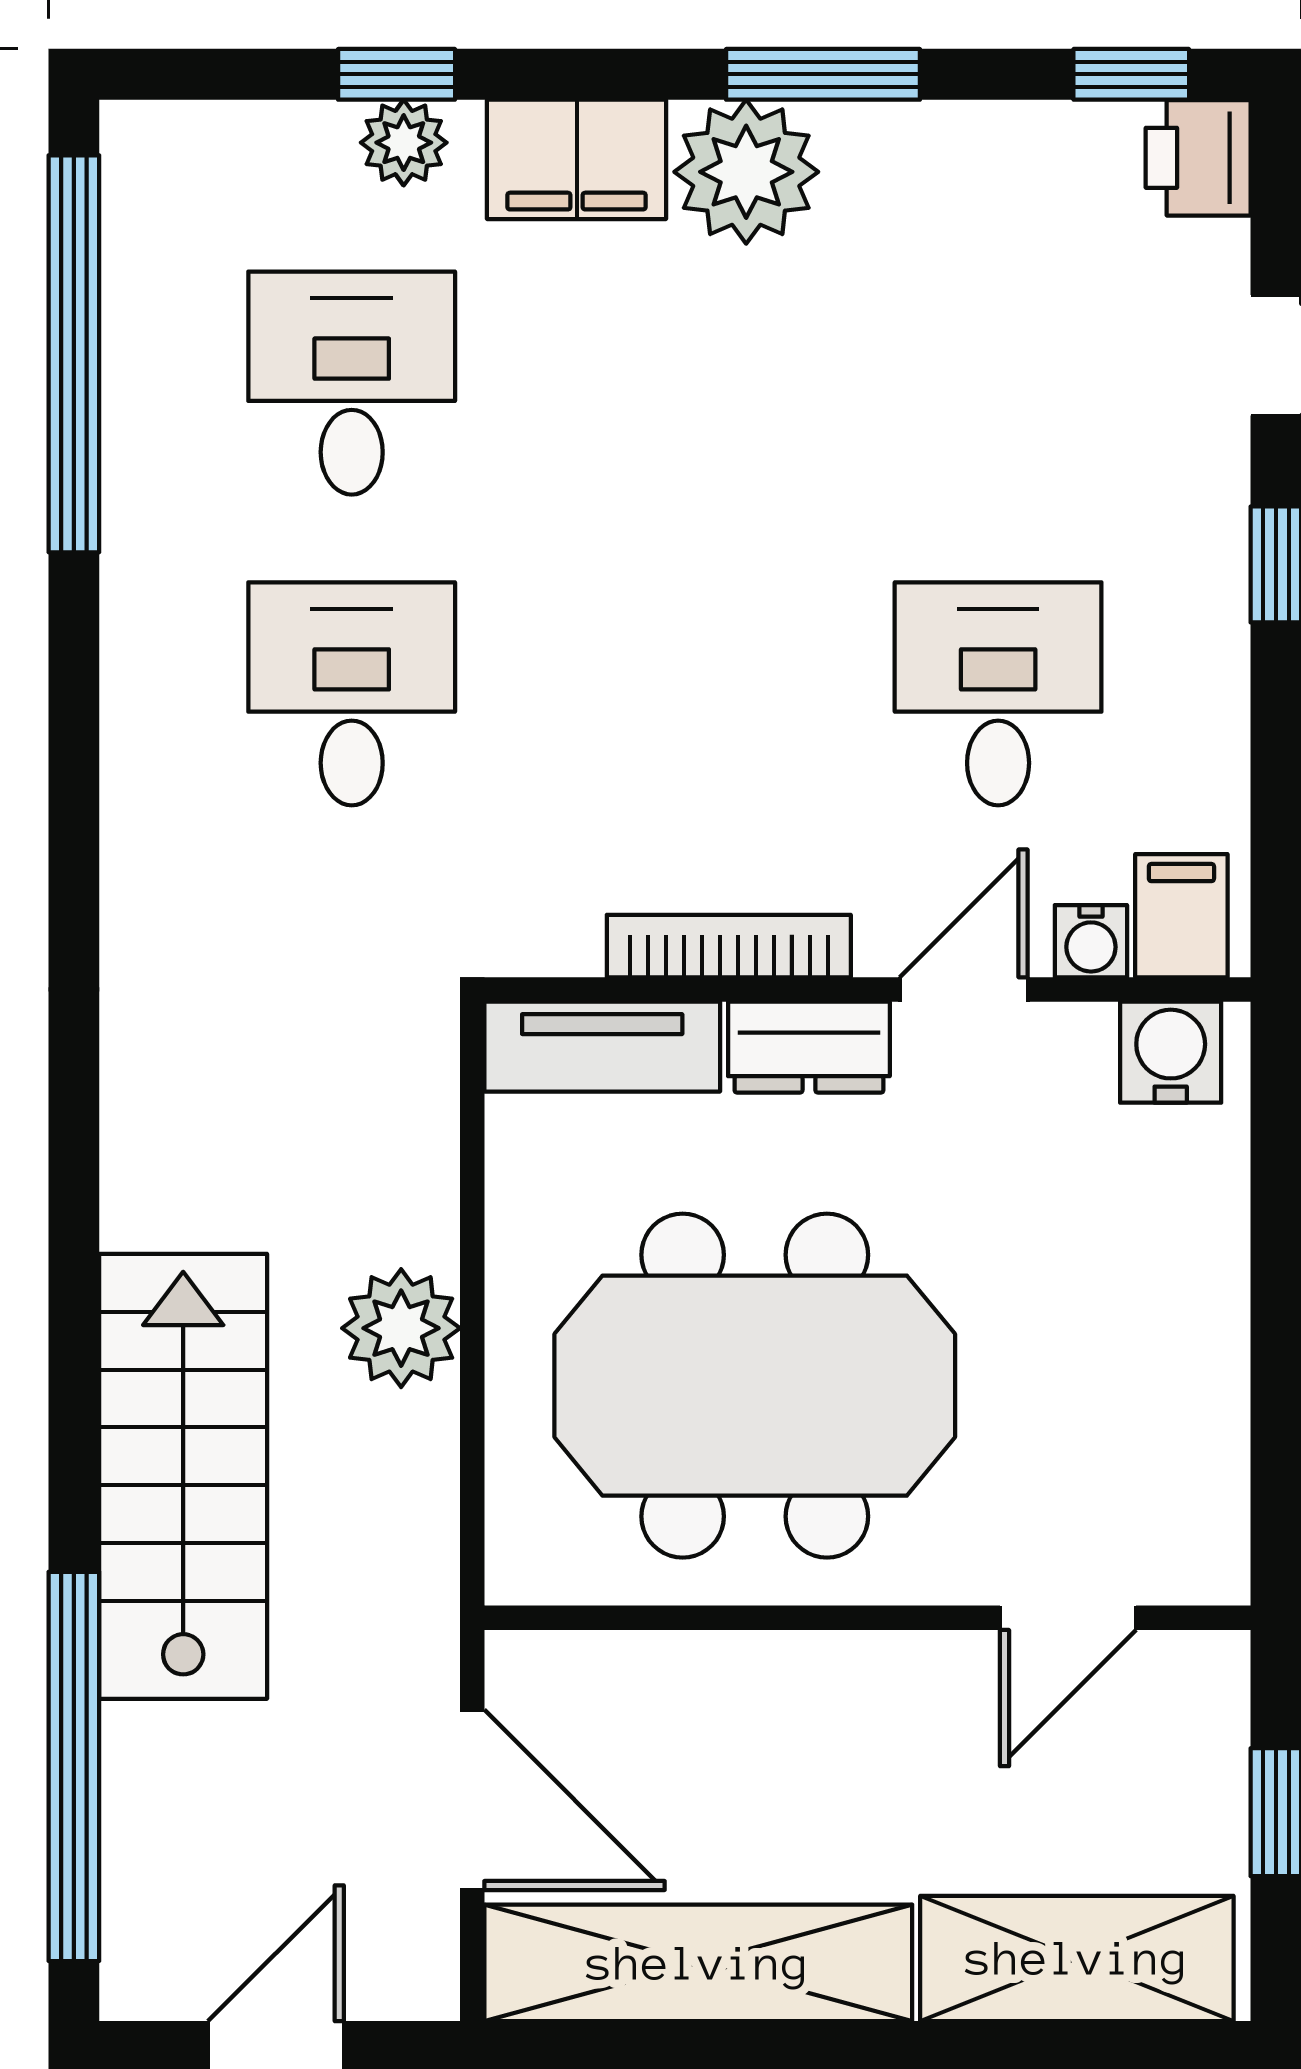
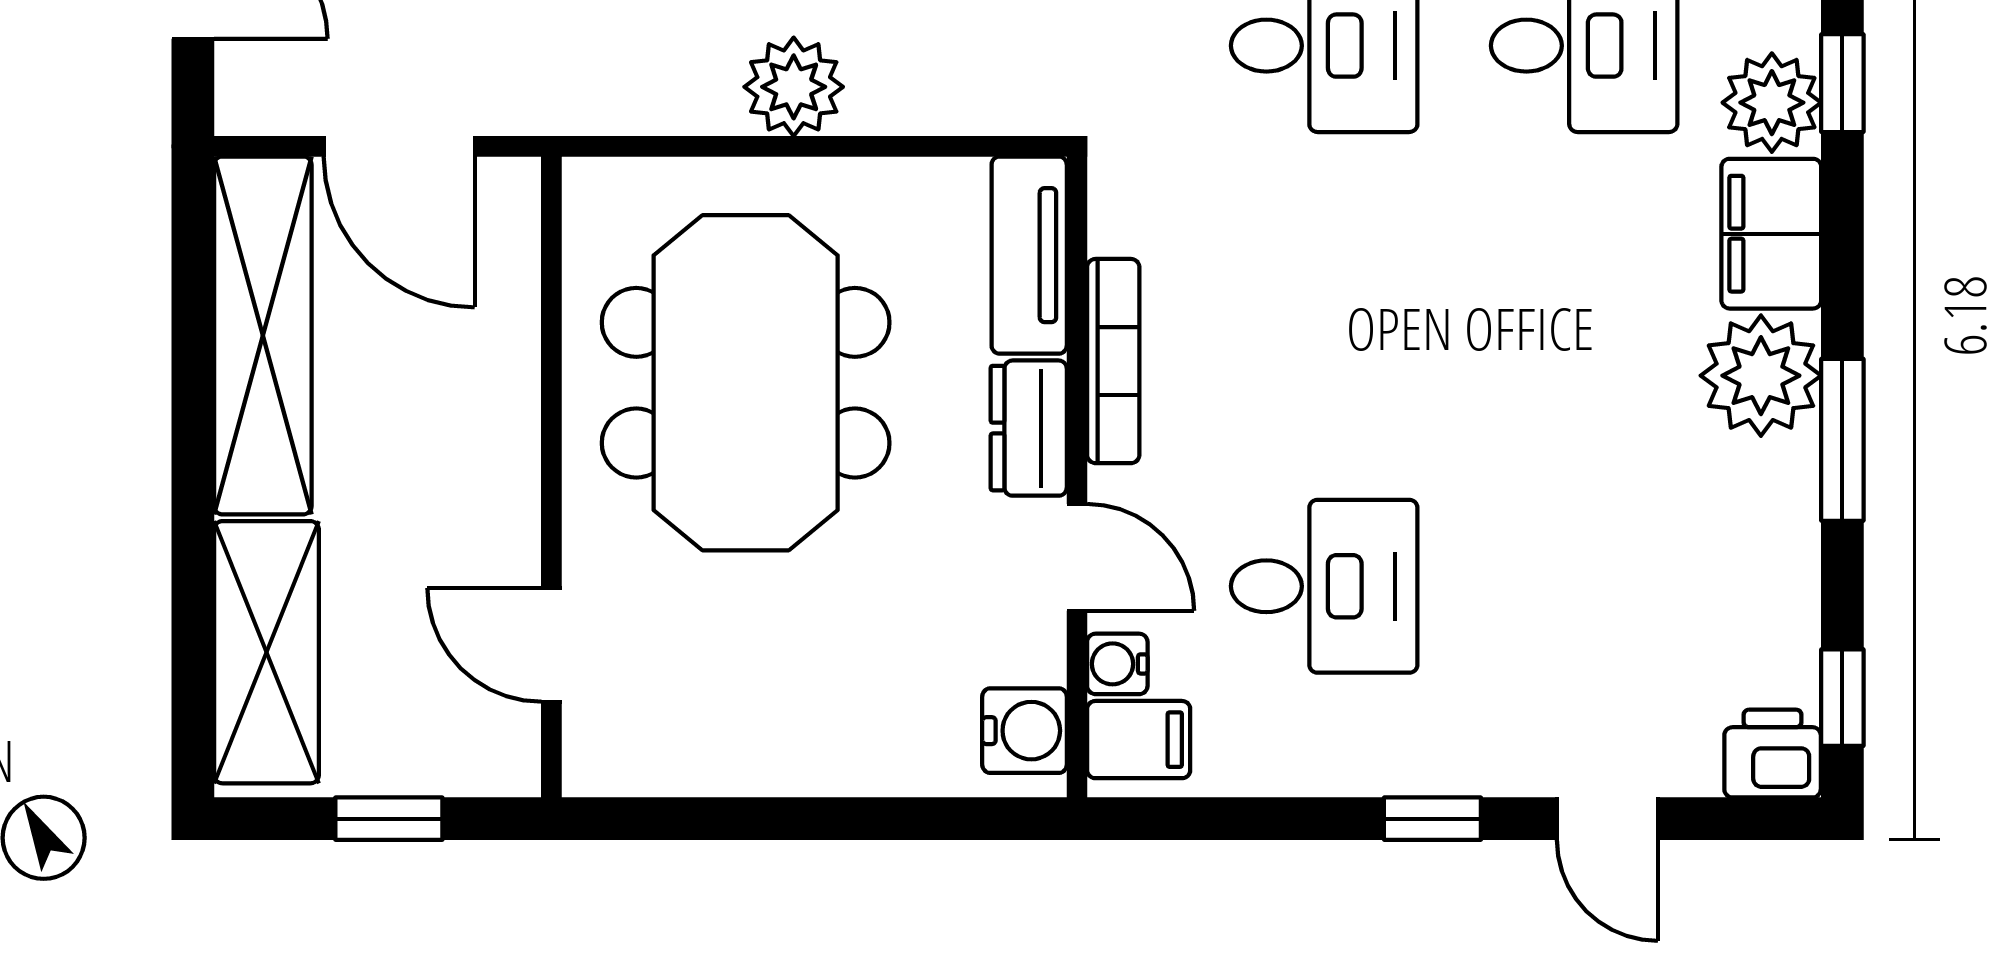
plant: (404, 143) -> (1772, 103), width x1.38, depth x1.38
door: (472, 1800) -> (399, 146), hinge flipped

